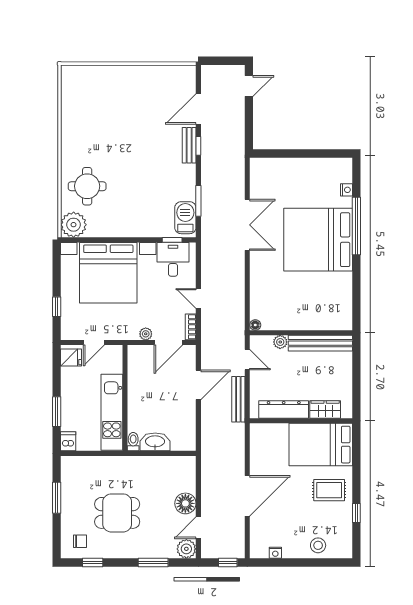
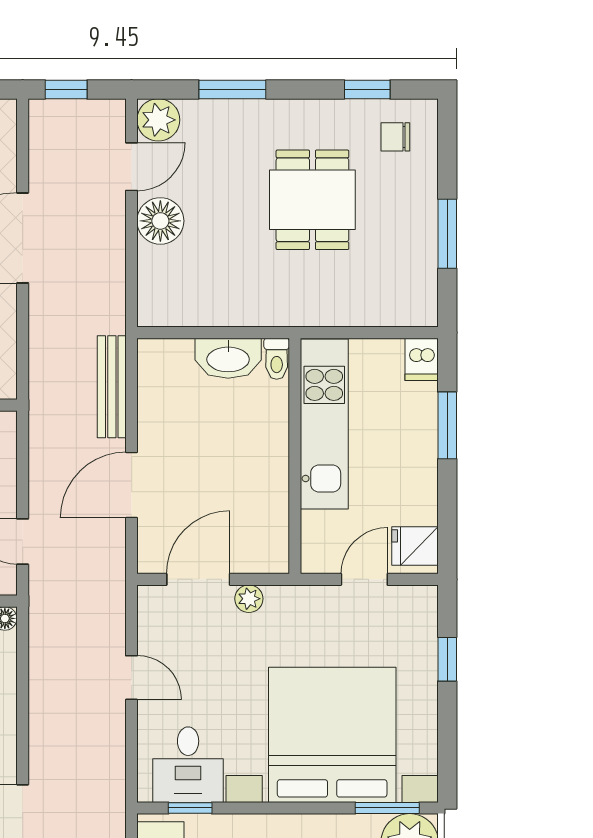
window: (84, 240) -> (387, 808), added
bookcase: (191, 327) -> (149, 614), removed
bench: (238, 399) -> (112, 387), moved
dining table: (117, 513) -> (312, 200), turned 90

